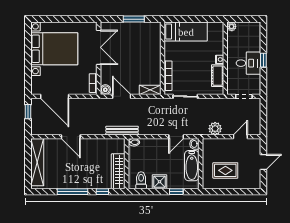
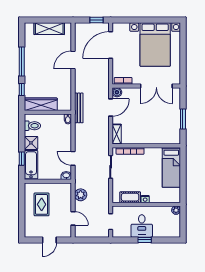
shelving: (37, 162) -> (49, 29), width x0.68
door: (263, 162) -> (49, 240), hinge flipped
bathtub: (192, 166) -> (31, 165), moved, turned 90

